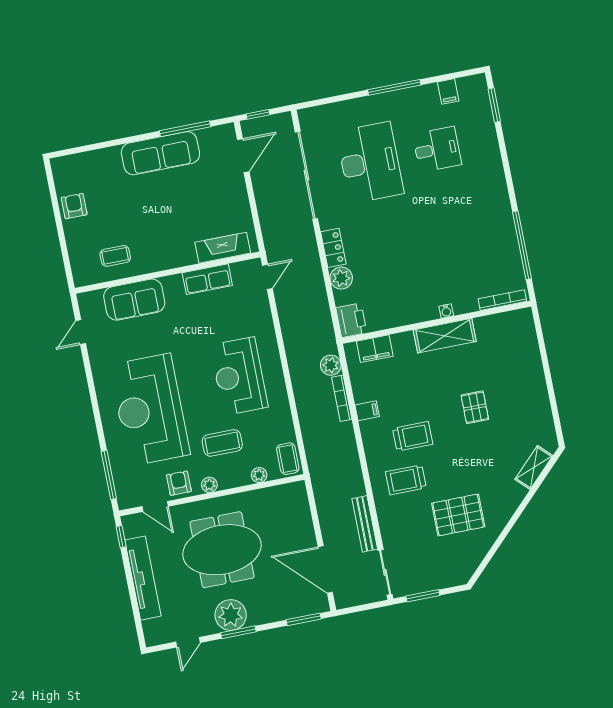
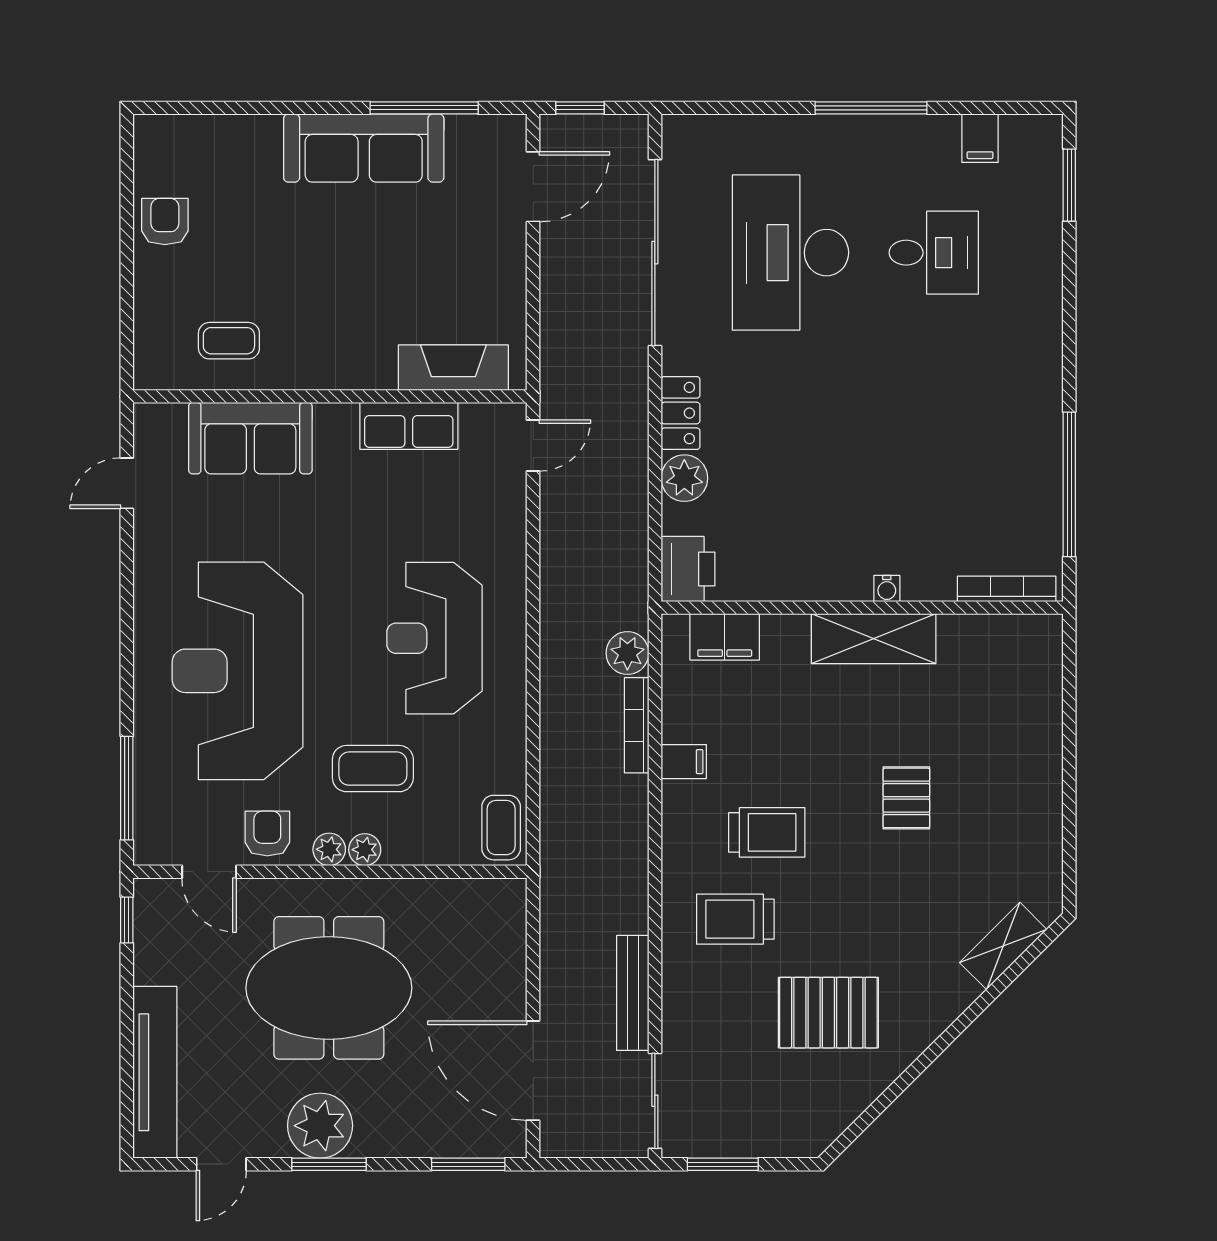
desk: (370, 163) -> (790, 253), turned 180
plant: (259, 475) -> (365, 850), moved
tv unit: (143, 578) -> (155, 1072), moved

